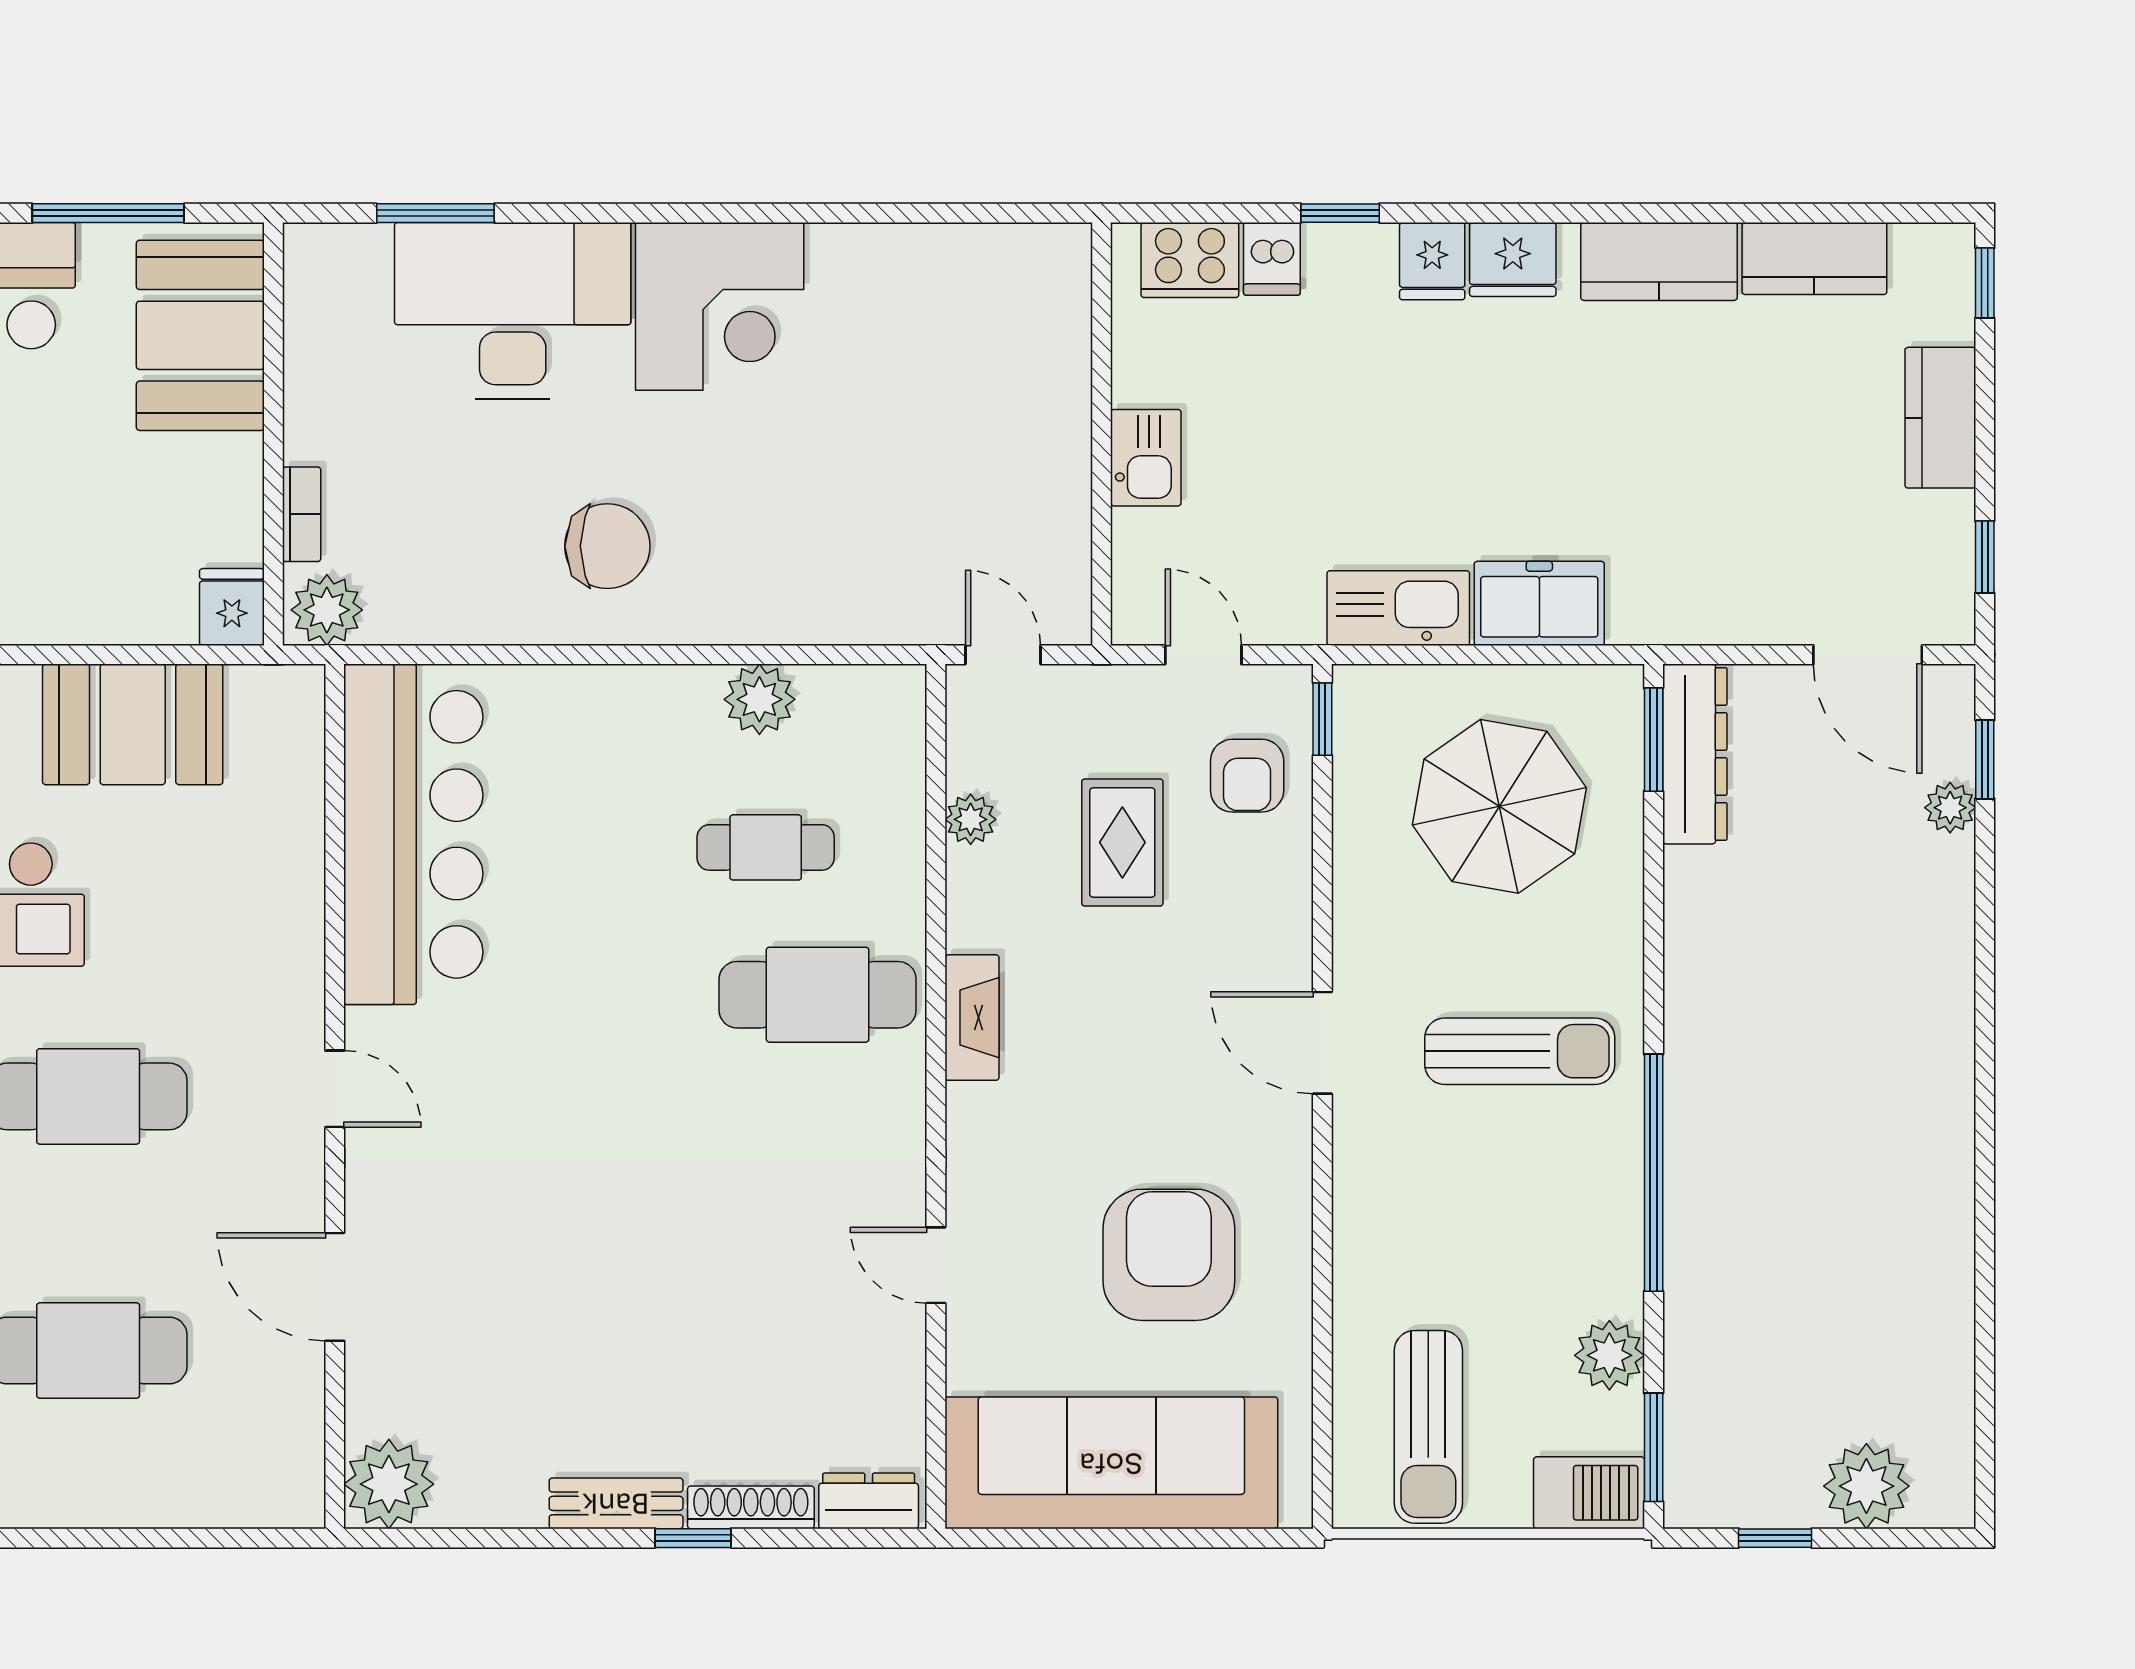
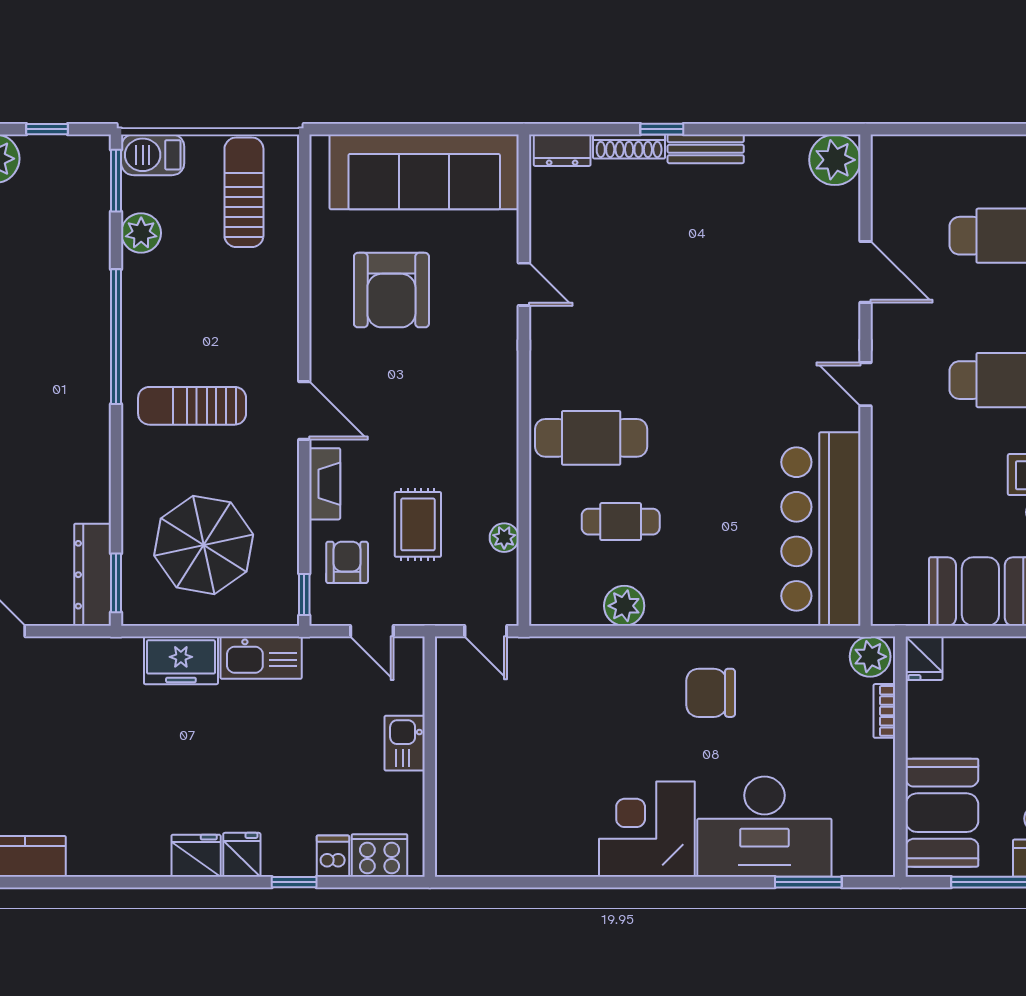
kitchen counter: (1659, 261) -> (113, 855), removed
fireplace: (972, 1018) -> (325, 484), moved, turned 180

